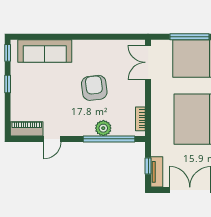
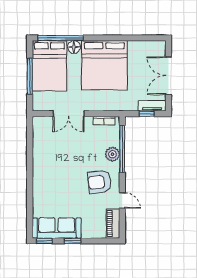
sofa: (45, 51) -> (57, 228), moved, turned -90
double door: (148, 62) -> (69, 114), moved
armchair: (94, 88) -> (99, 182), moved

